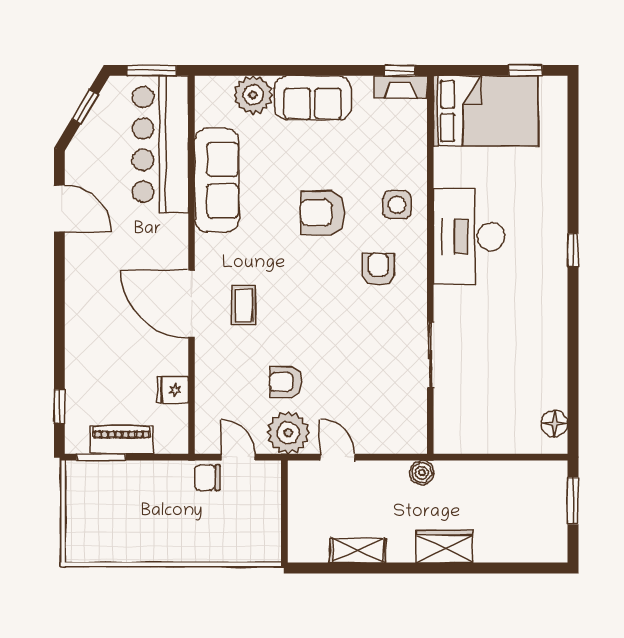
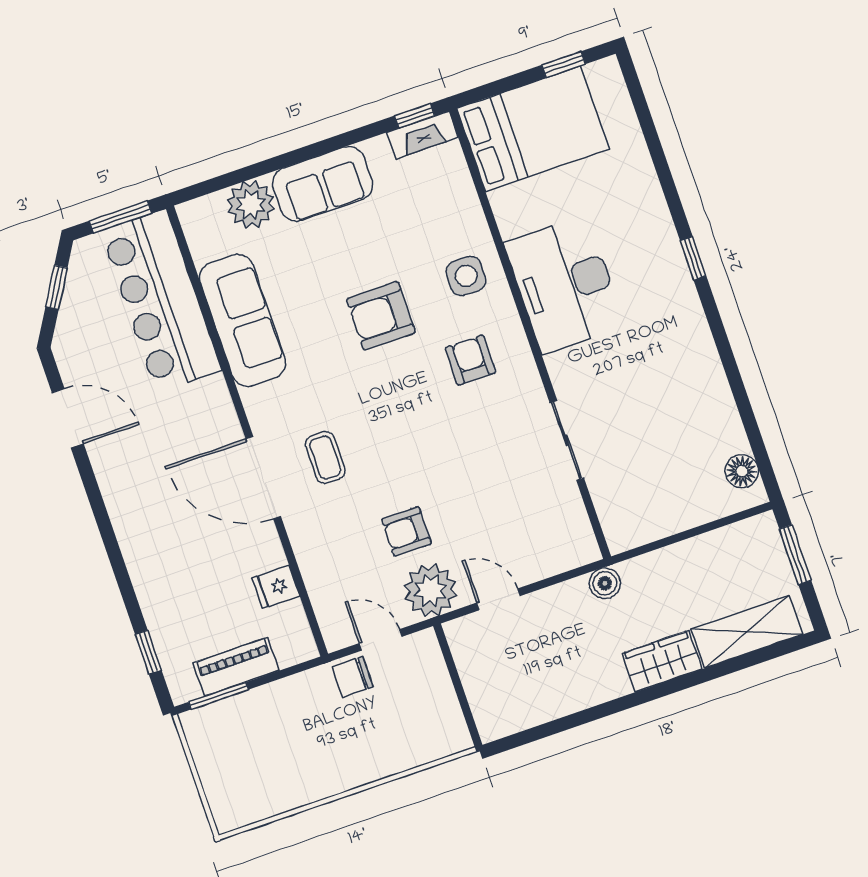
shelving: (358, 550) -> (747, 632), moved, width x1.50, depth x1.33

